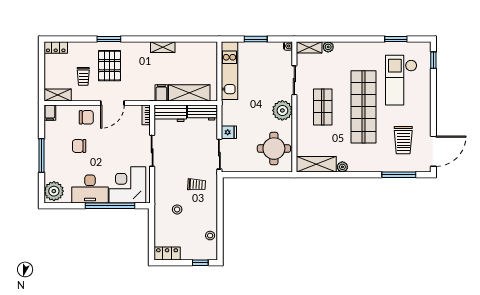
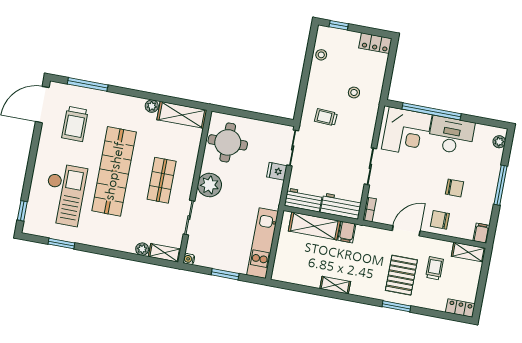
trolley: (403, 140) -> (75, 124), turned 180
plant: (54, 191) -> (499, 142), width x0.53, depth x0.53

